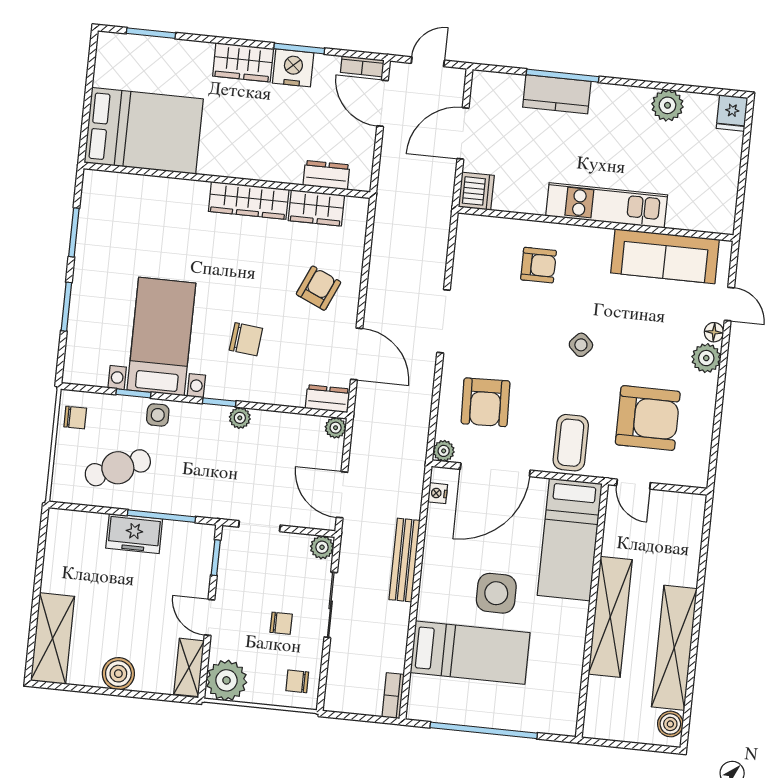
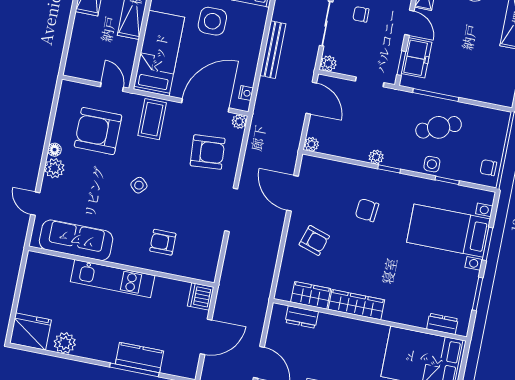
fridge: (732, 113) -> (30, 331), width x1.88, depth x1.34
armchair: (319, 288) -> (314, 240), turned -96
floor lamp: (714, 332) -> (54, 150), moved
bed with nightstands: (161, 336) -> (448, 231), moved, turned 90
dresser: (327, 399) -> (442, 324), moved, turned 180
armchair: (486, 402) -> (208, 152), turned 88
cafe table: (118, 468) -> (439, 127), moved
freezer: (134, 534) -> (417, 58), moved, turned 90

